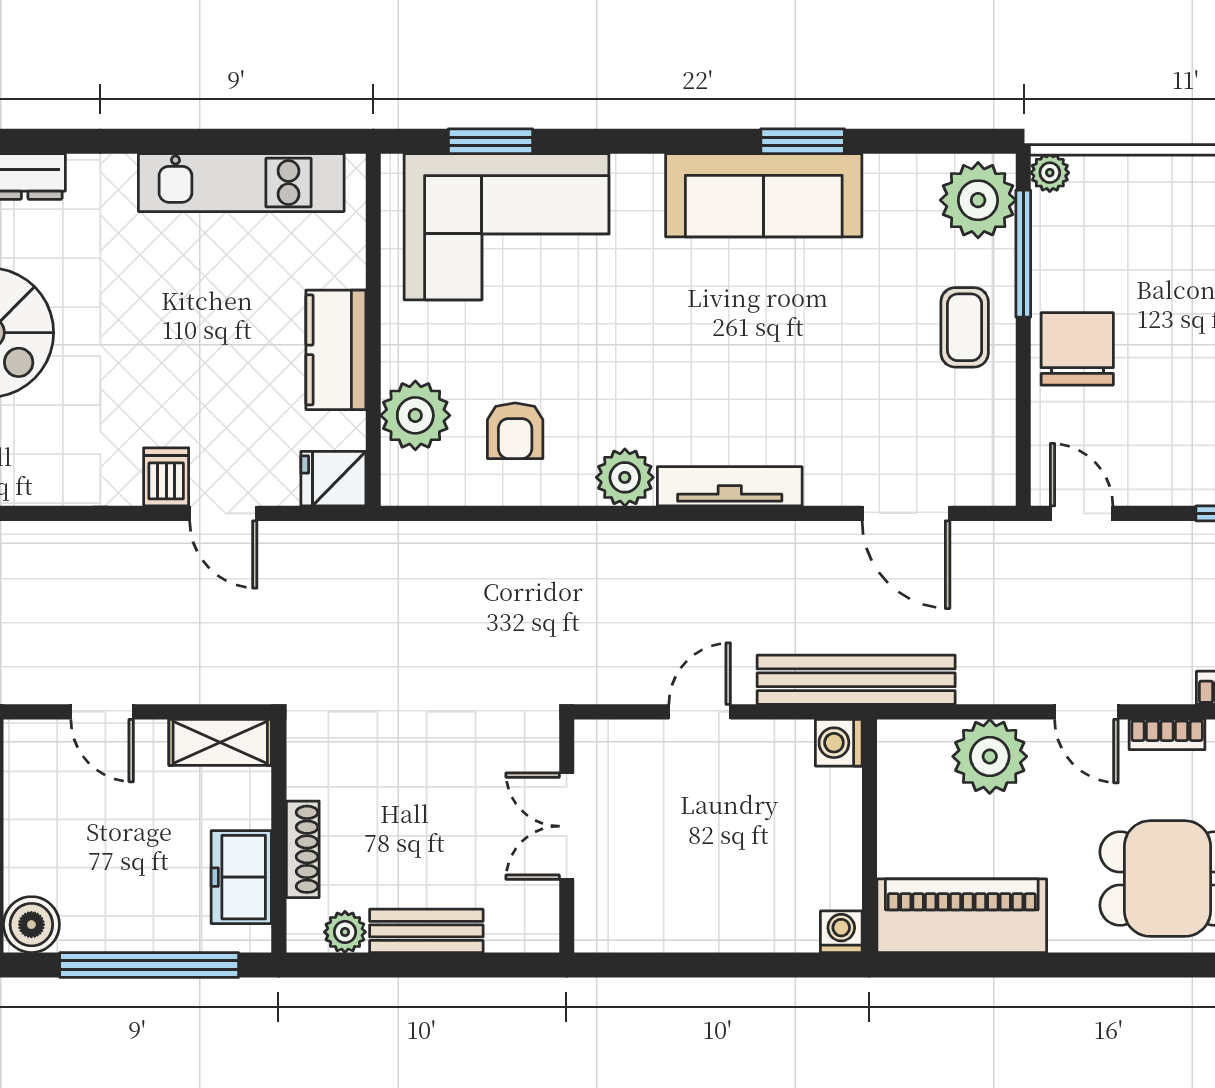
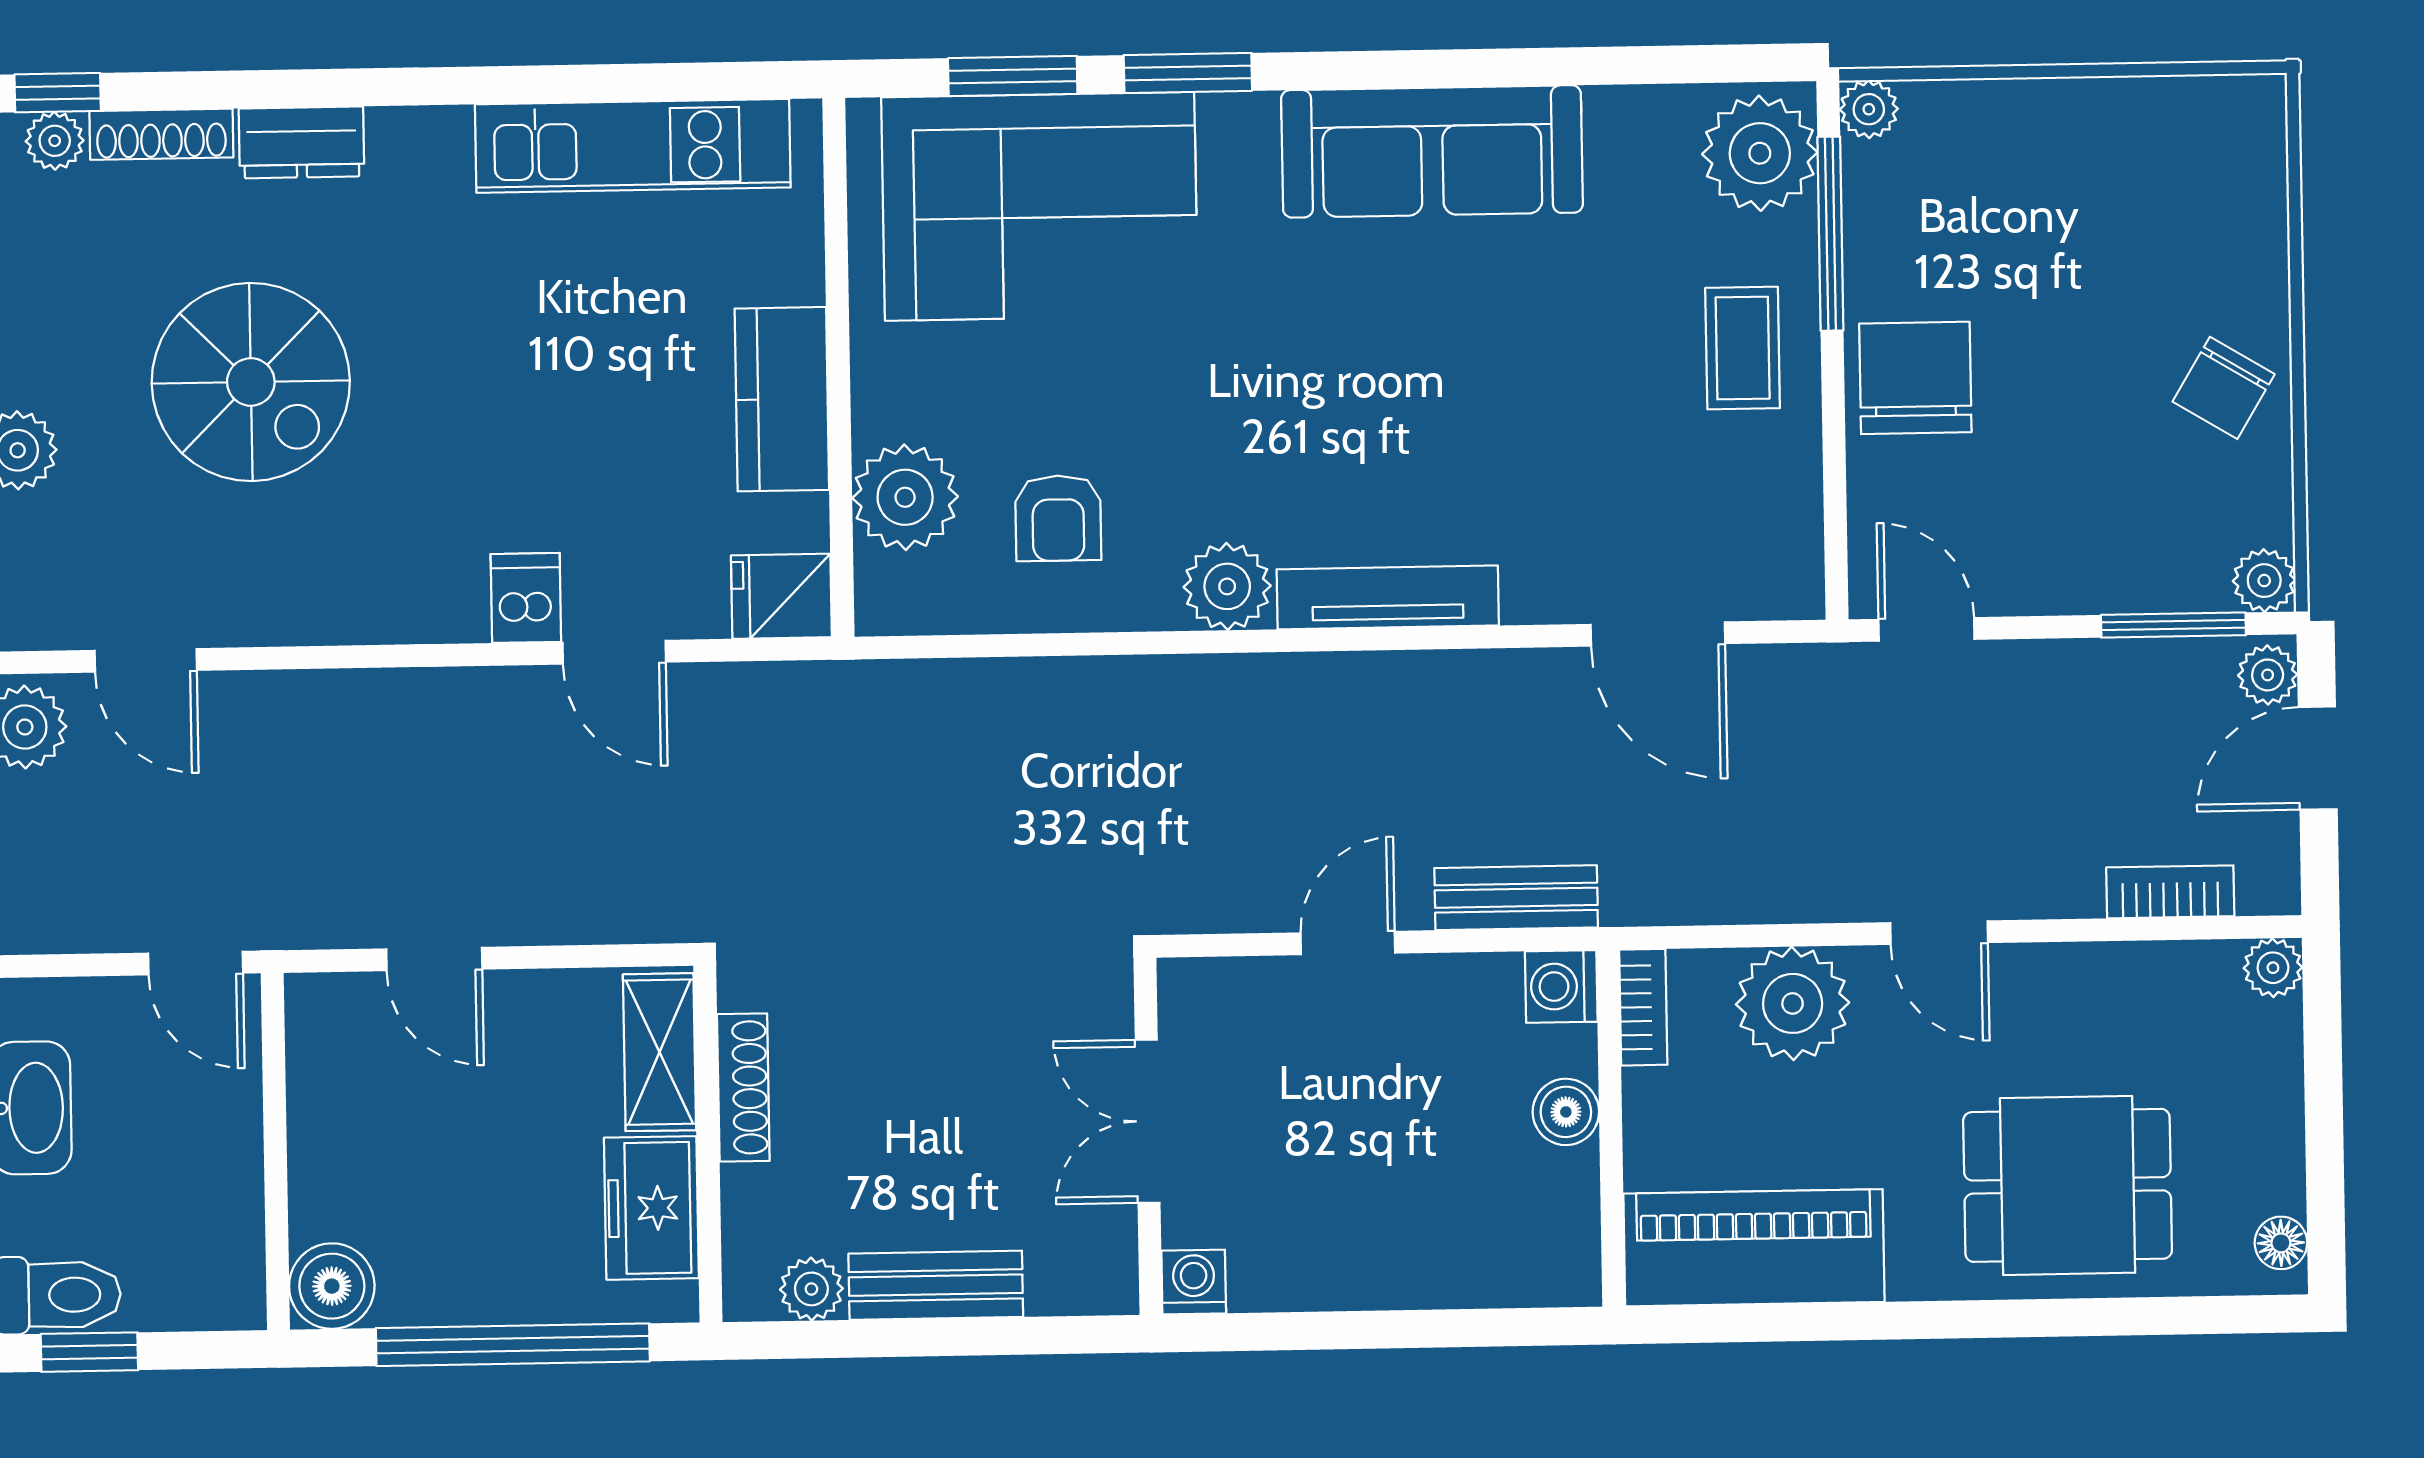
window: (803, 141) -> (1188, 73), moved
bench: (856, 680) -> (1516, 898), width x0.54, depth x0.82
bookcase: (1167, 734) -> (1643, 1007), moved, turned -90
shelving: (220, 742) -> (660, 1052), moved, turned 90
boiler: (840, 825) -> (1566, 1112), added
shoe rack: (303, 849) -> (743, 1087), moved
washing machine: (841, 932) -> (1194, 1282), moved

